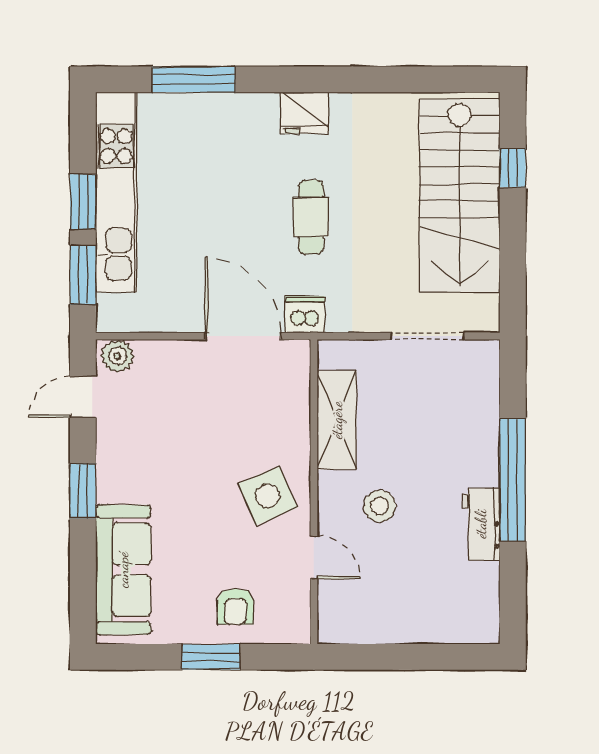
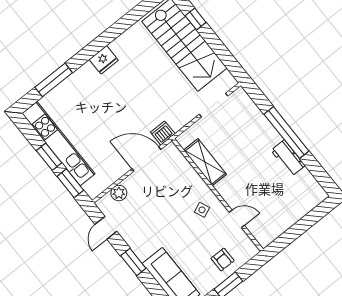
cafe table: (311, 217) -> (137, 96), removed
plant: (118, 356) -> (119, 193), moved
side table: (268, 496) -> (202, 210), width x0.54, depth x0.54
stool: (380, 506) -> (246, 181), removed

